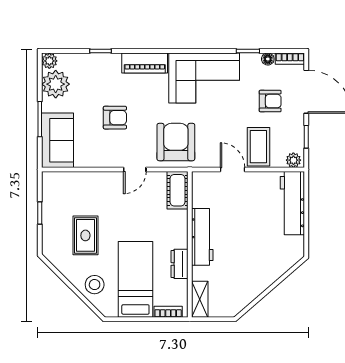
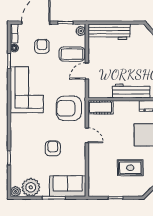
piano: (145, 63) -> (17, 129), removed

